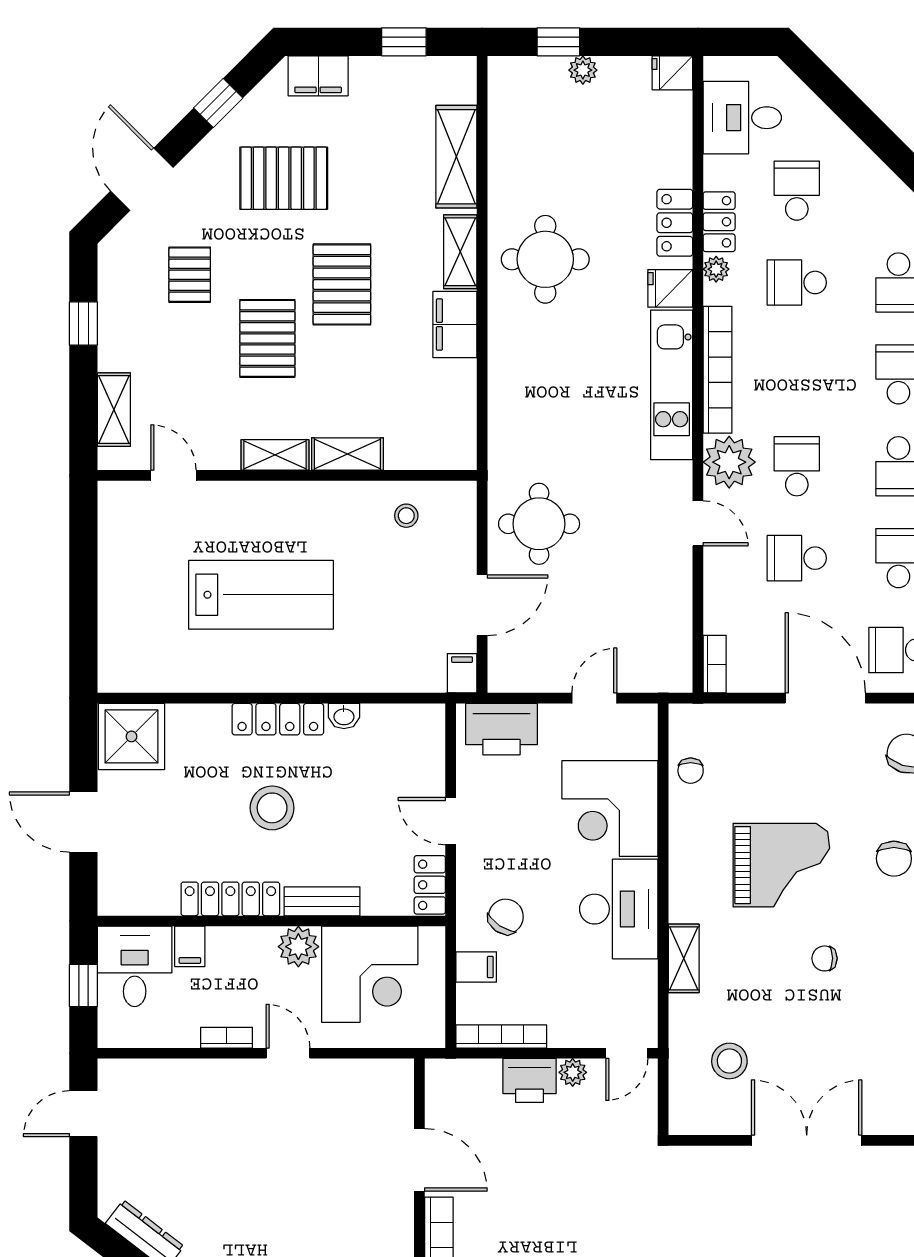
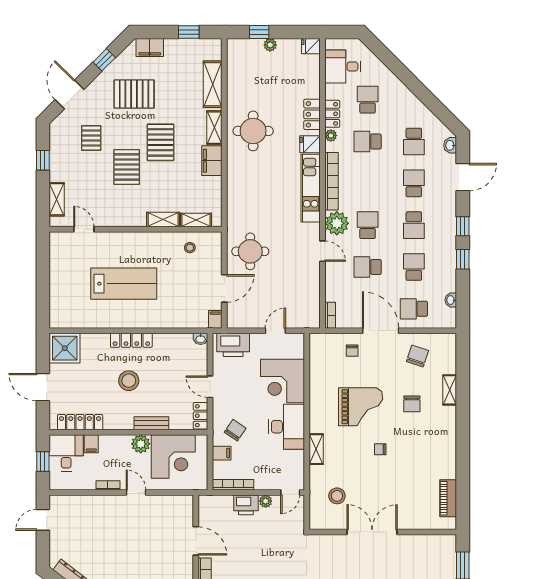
shelving: (275, 455) -> (196, 220), moved
washbasin: (344, 716) -> (201, 339), moved
chair: (691, 771) -> (352, 351), moved
locker: (230, 899) -> (80, 422), moved

